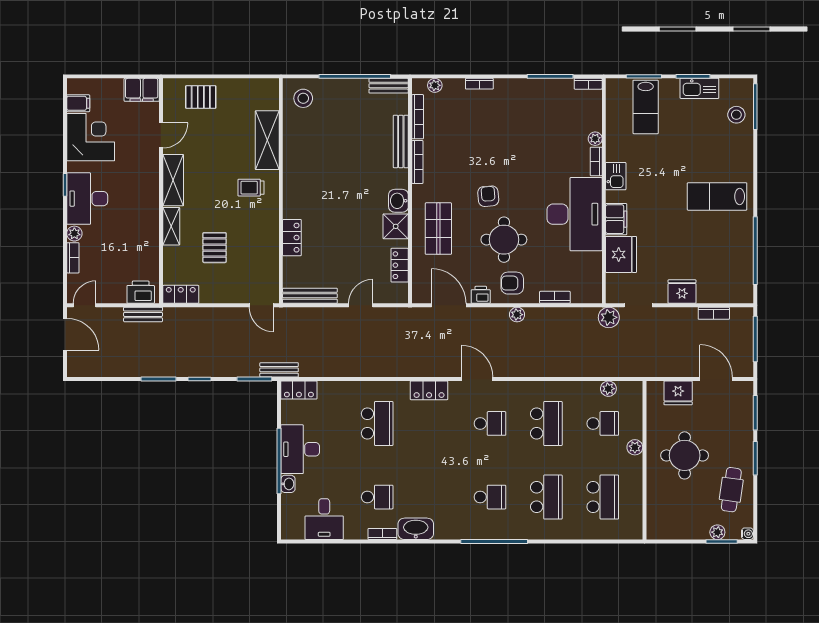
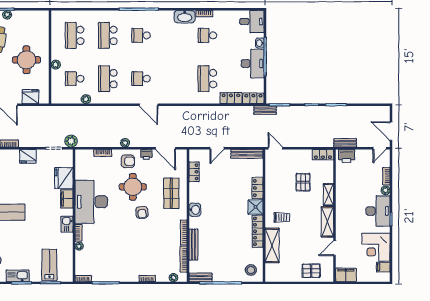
locker: (292, 164) -> (258, 231), added
shower: (396, 226) -> (256, 207), moved
plant: (608, 389) -> (86, 99), moved
locker: (429, 390) -> (231, 98), moved
desk: (324, 519) -> (252, 22), moved, turned 90

